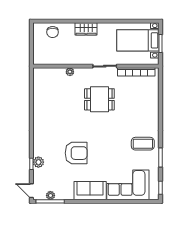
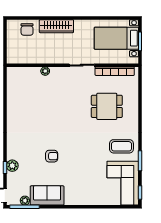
wardrobe: (86, 29) -> (56, 26), width x1.50
dining table: (99, 99) -> (107, 106), moved
armchair: (76, 153) -> (52, 156), width x0.53, depth x0.53
corner sofa: (128, 185) -> (123, 183), moved, turned -90
sofa: (90, 191) -> (47, 195), moved

